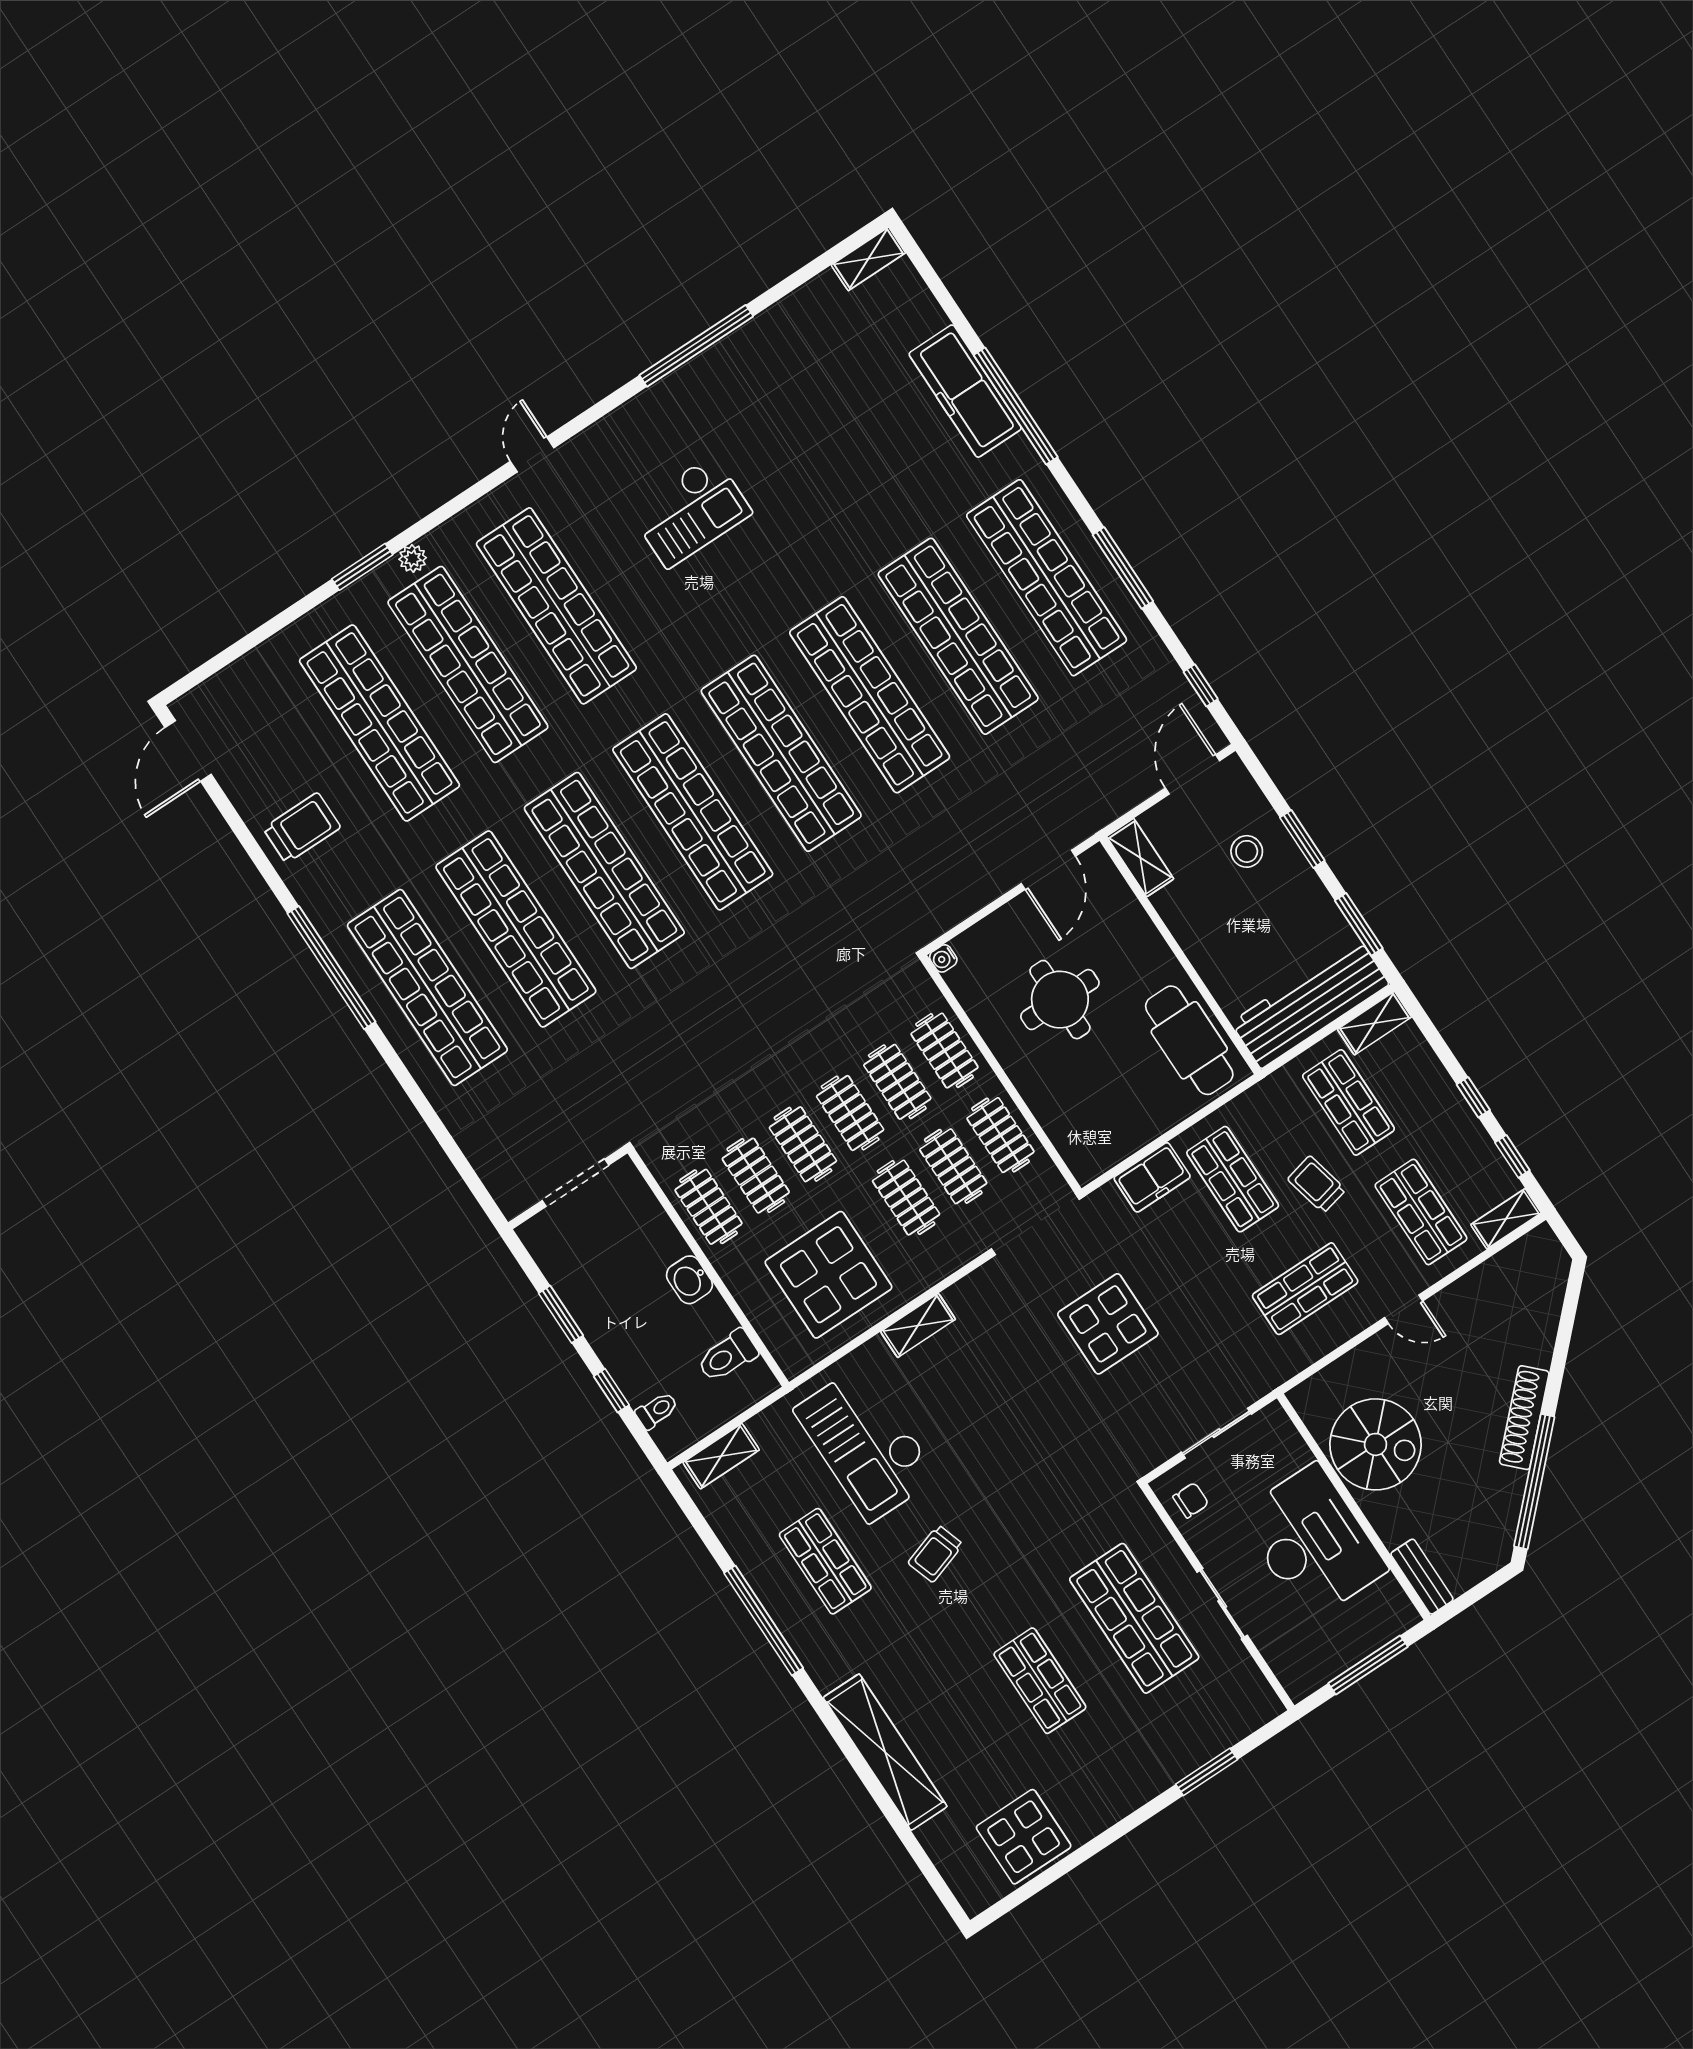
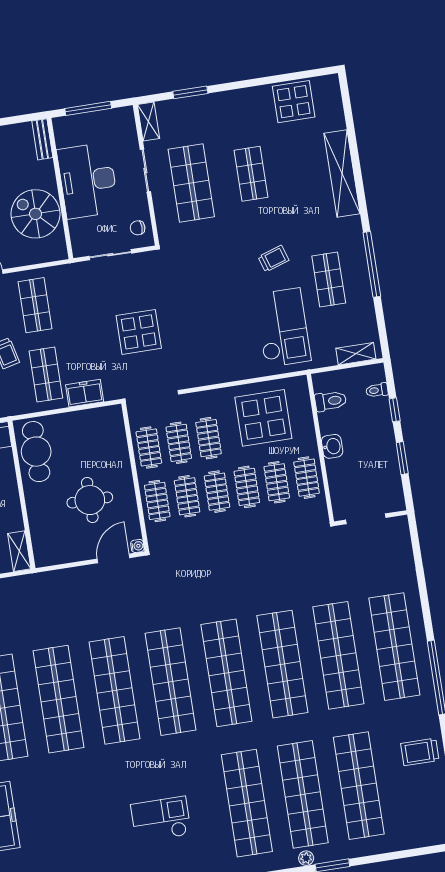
door: (1048, 870) -> (113, 558), moved
shop shelf: (1305, 1289) -> (35, 305), turned 90
shelving: (918, 1325) -> (148, 122), moved, turned 90

